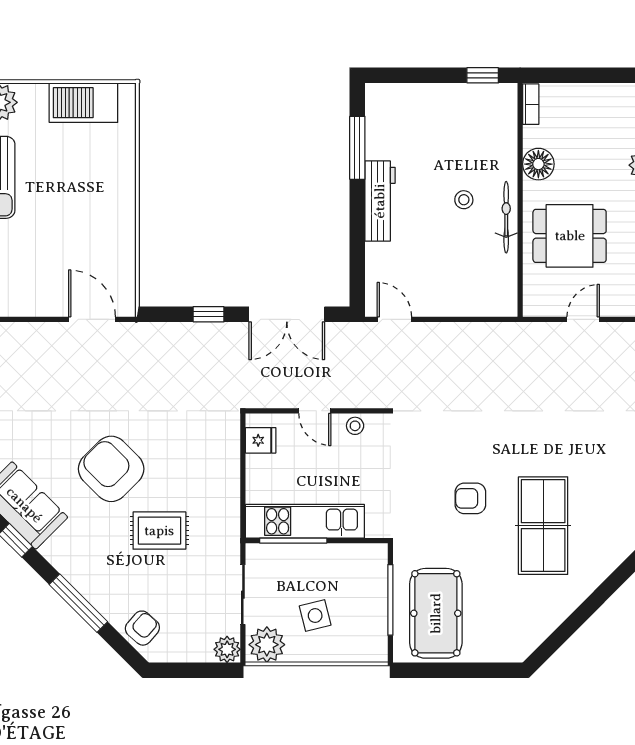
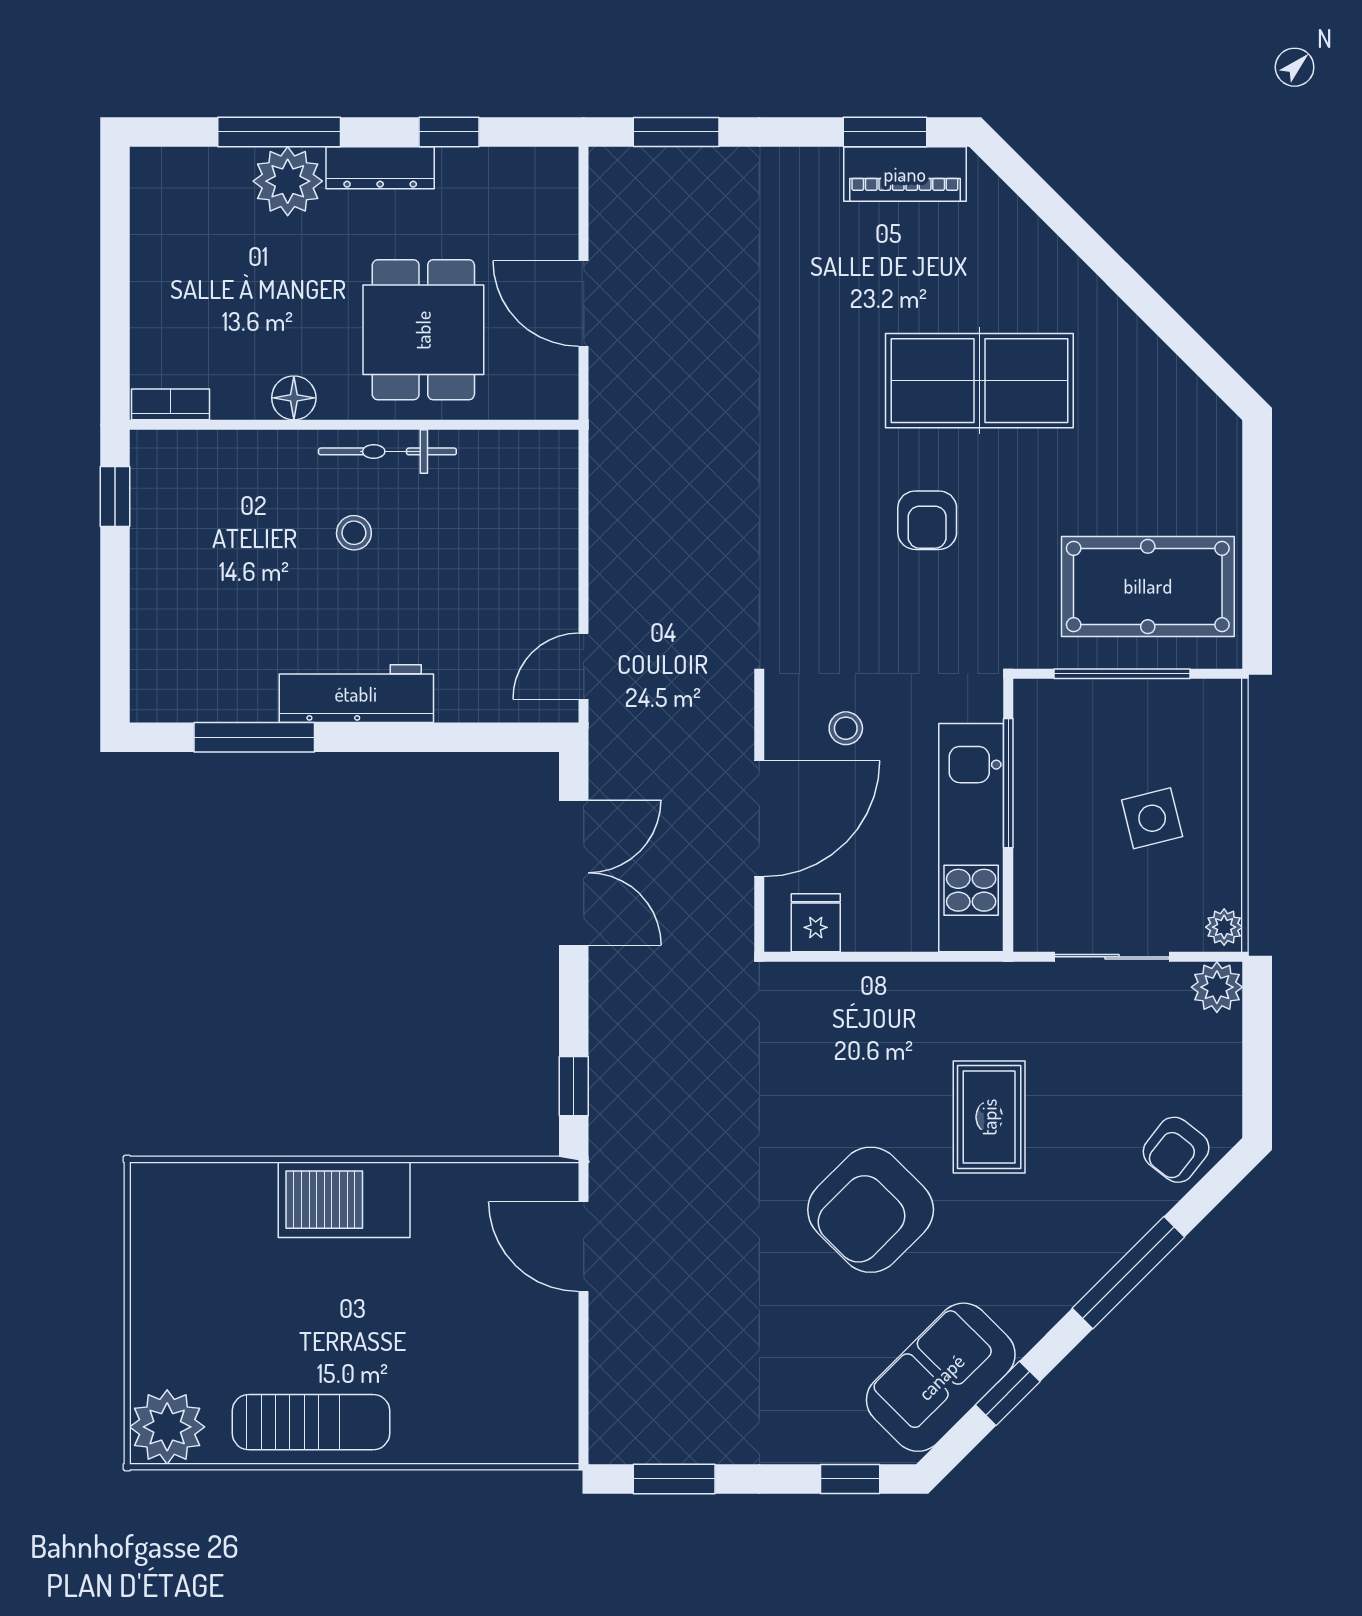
barbecue: (83, 103) -> (344, 1200), moved, turned 90
floor lamp: (538, 164) -> (294, 398), width x0.73, depth x0.73
window: (209, 314) -> (574, 1086), moved
door: (92, 319) -> (584, 1247), hinge flipped
door: (583, 319) -> (584, 304), width x1.38
door: (315, 411) -> (759, 819), width x1.88
stool: (355, 426) -> (846, 728), moved
window: (293, 541) -> (1008, 783), moved
armchair: (142, 628) -> (1176, 1150), turned -93
plant: (267, 645) -> (1224, 927), width x0.53, depth x0.53

